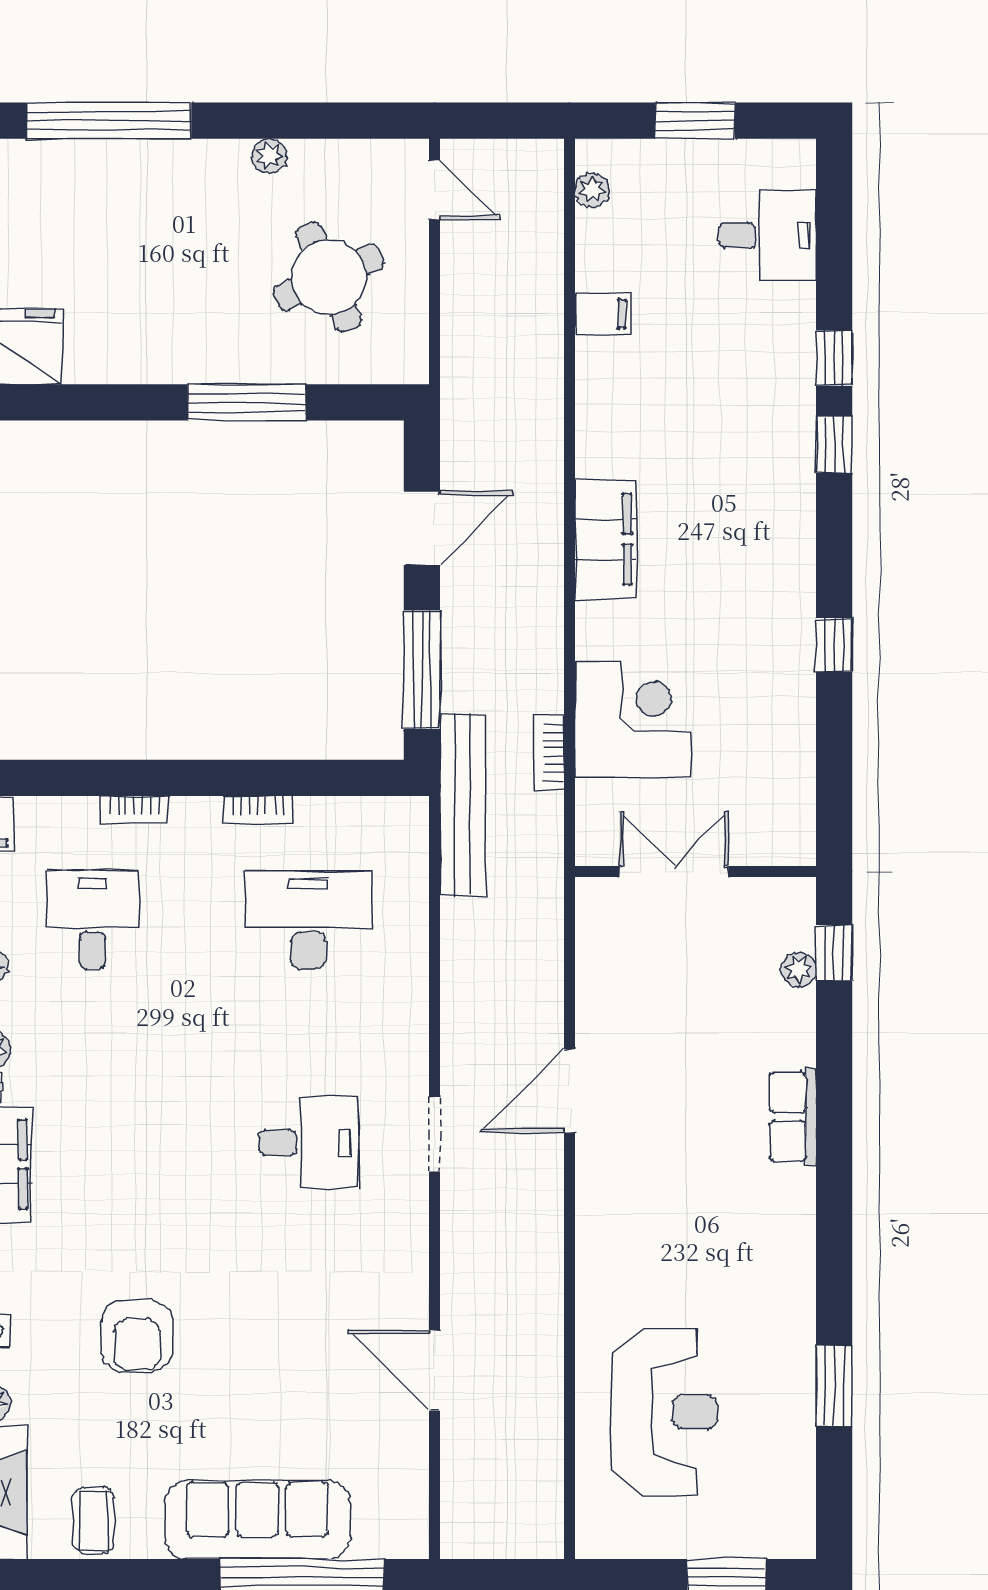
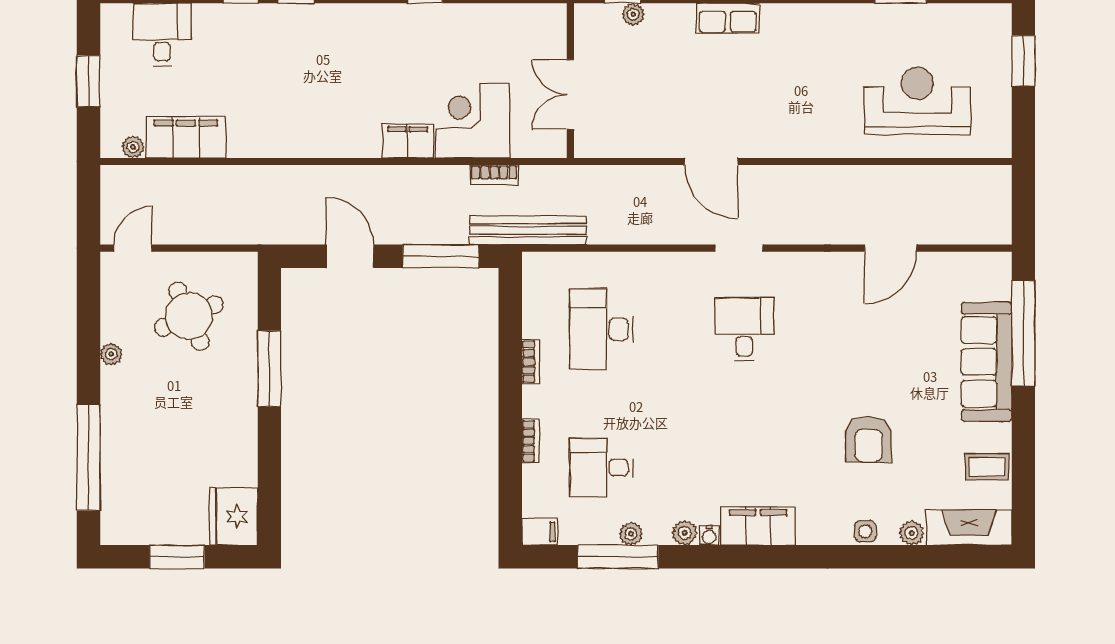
filing cabinet: (602, 314) -> (186, 137), width x3.00, depth x1.17
filing cabinet: (606, 540) -> (408, 141), moved, width x0.67, depth x0.86
armchair: (137, 1336) -> (869, 439), turned 90

